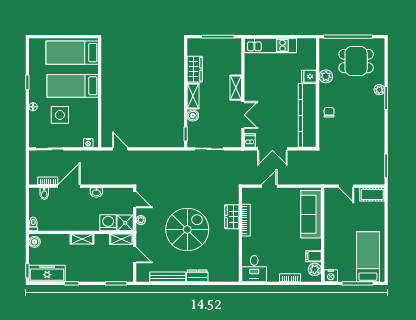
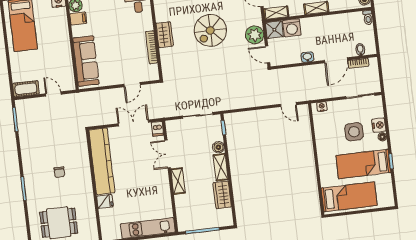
plant: (326, 76) -> (88, 203), removed
bed: (73, 86) -> (363, 164), moved, turned 180
plant: (379, 90) -> (31, 196), removed
chair: (329, 112) -> (59, 172), moved
nightstand: (35, 118) -> (379, 125), added
wardrobe: (232, 217) -> (165, 35), moved
plant: (141, 220) -> (255, 35), width x1.87, depth x1.87
spiral stairs: (187, 230) -> (210, 30), width x0.73, depth x0.73

